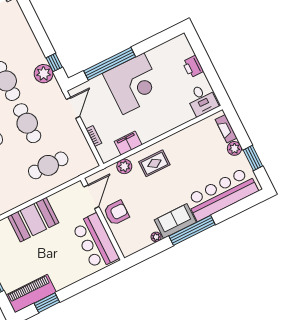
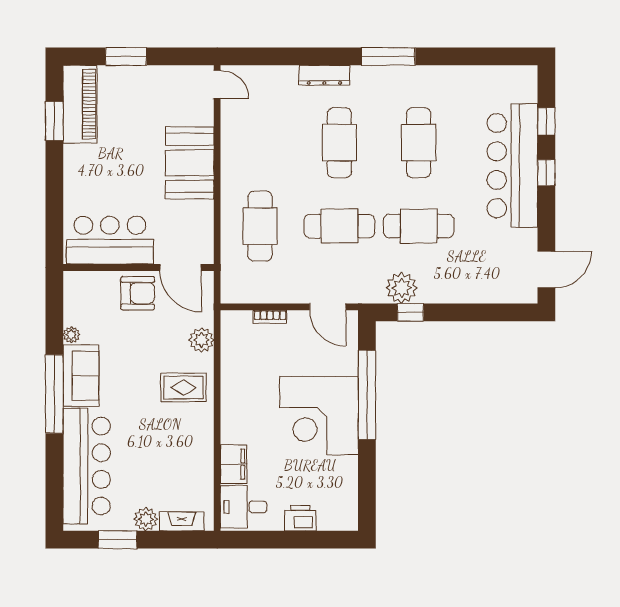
filing cabinet: (128, 143) -> (234, 464), moved
rug: (154, 163) -> (183, 388), turned 90
armchair: (116, 213) -> (138, 293), turned -90

